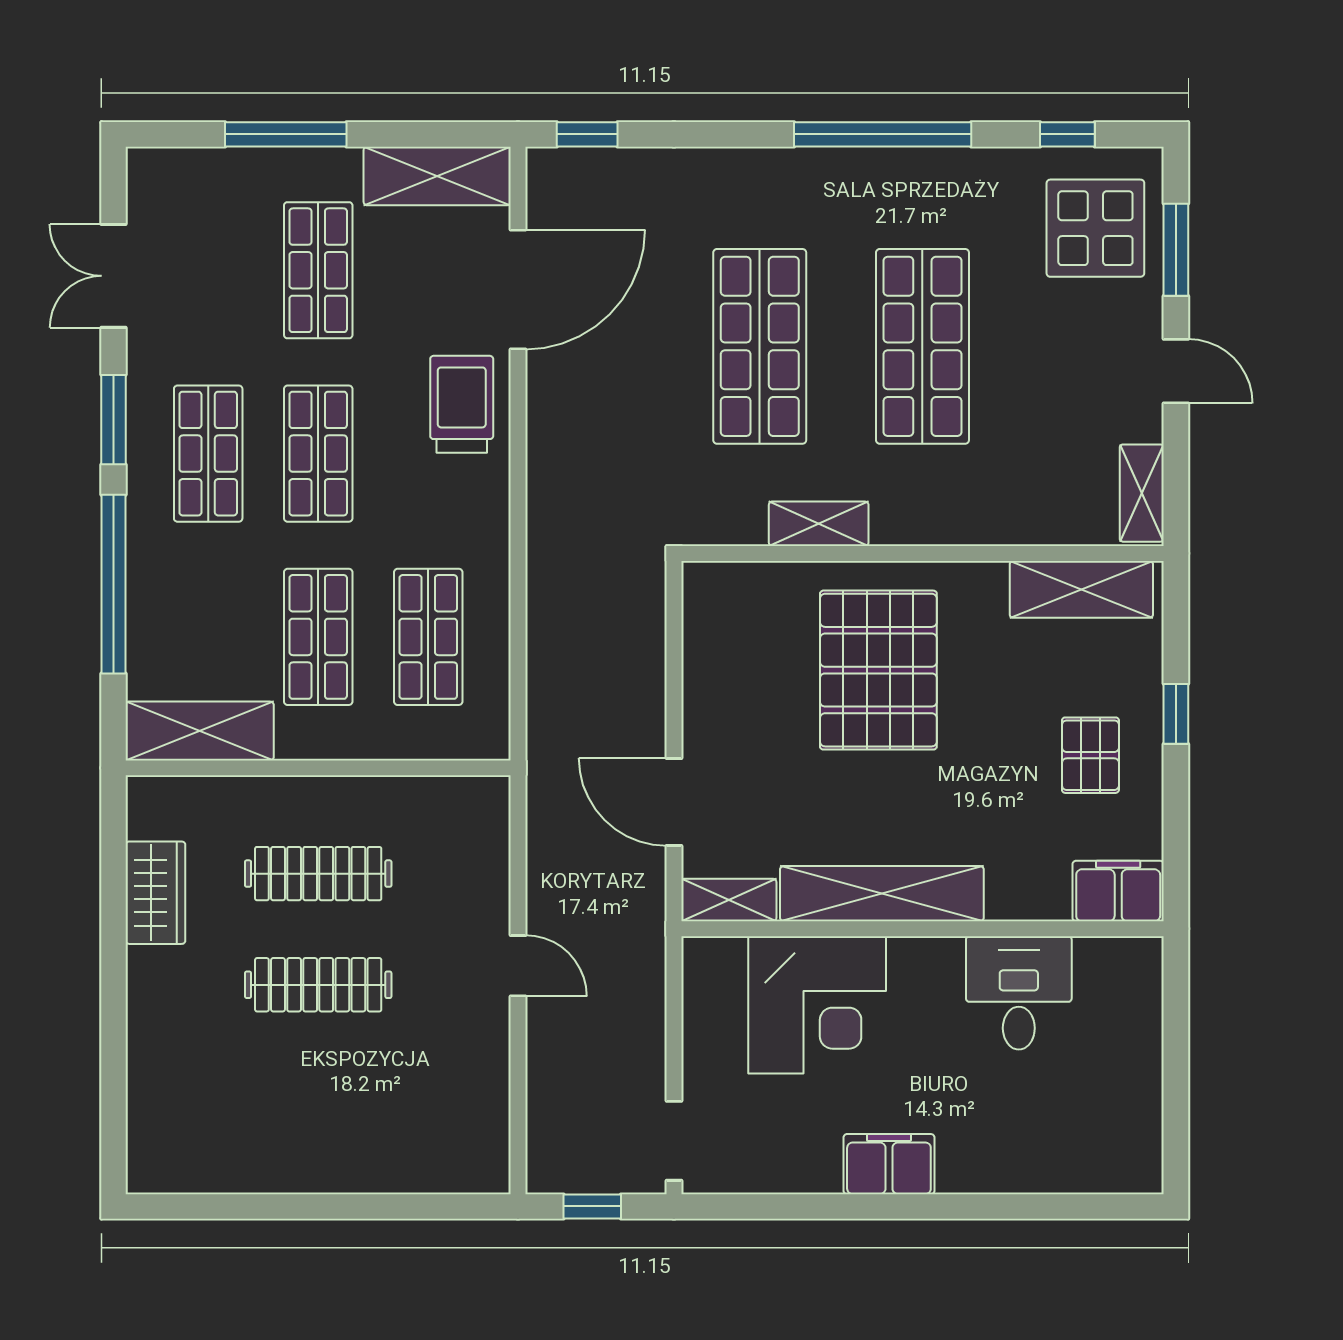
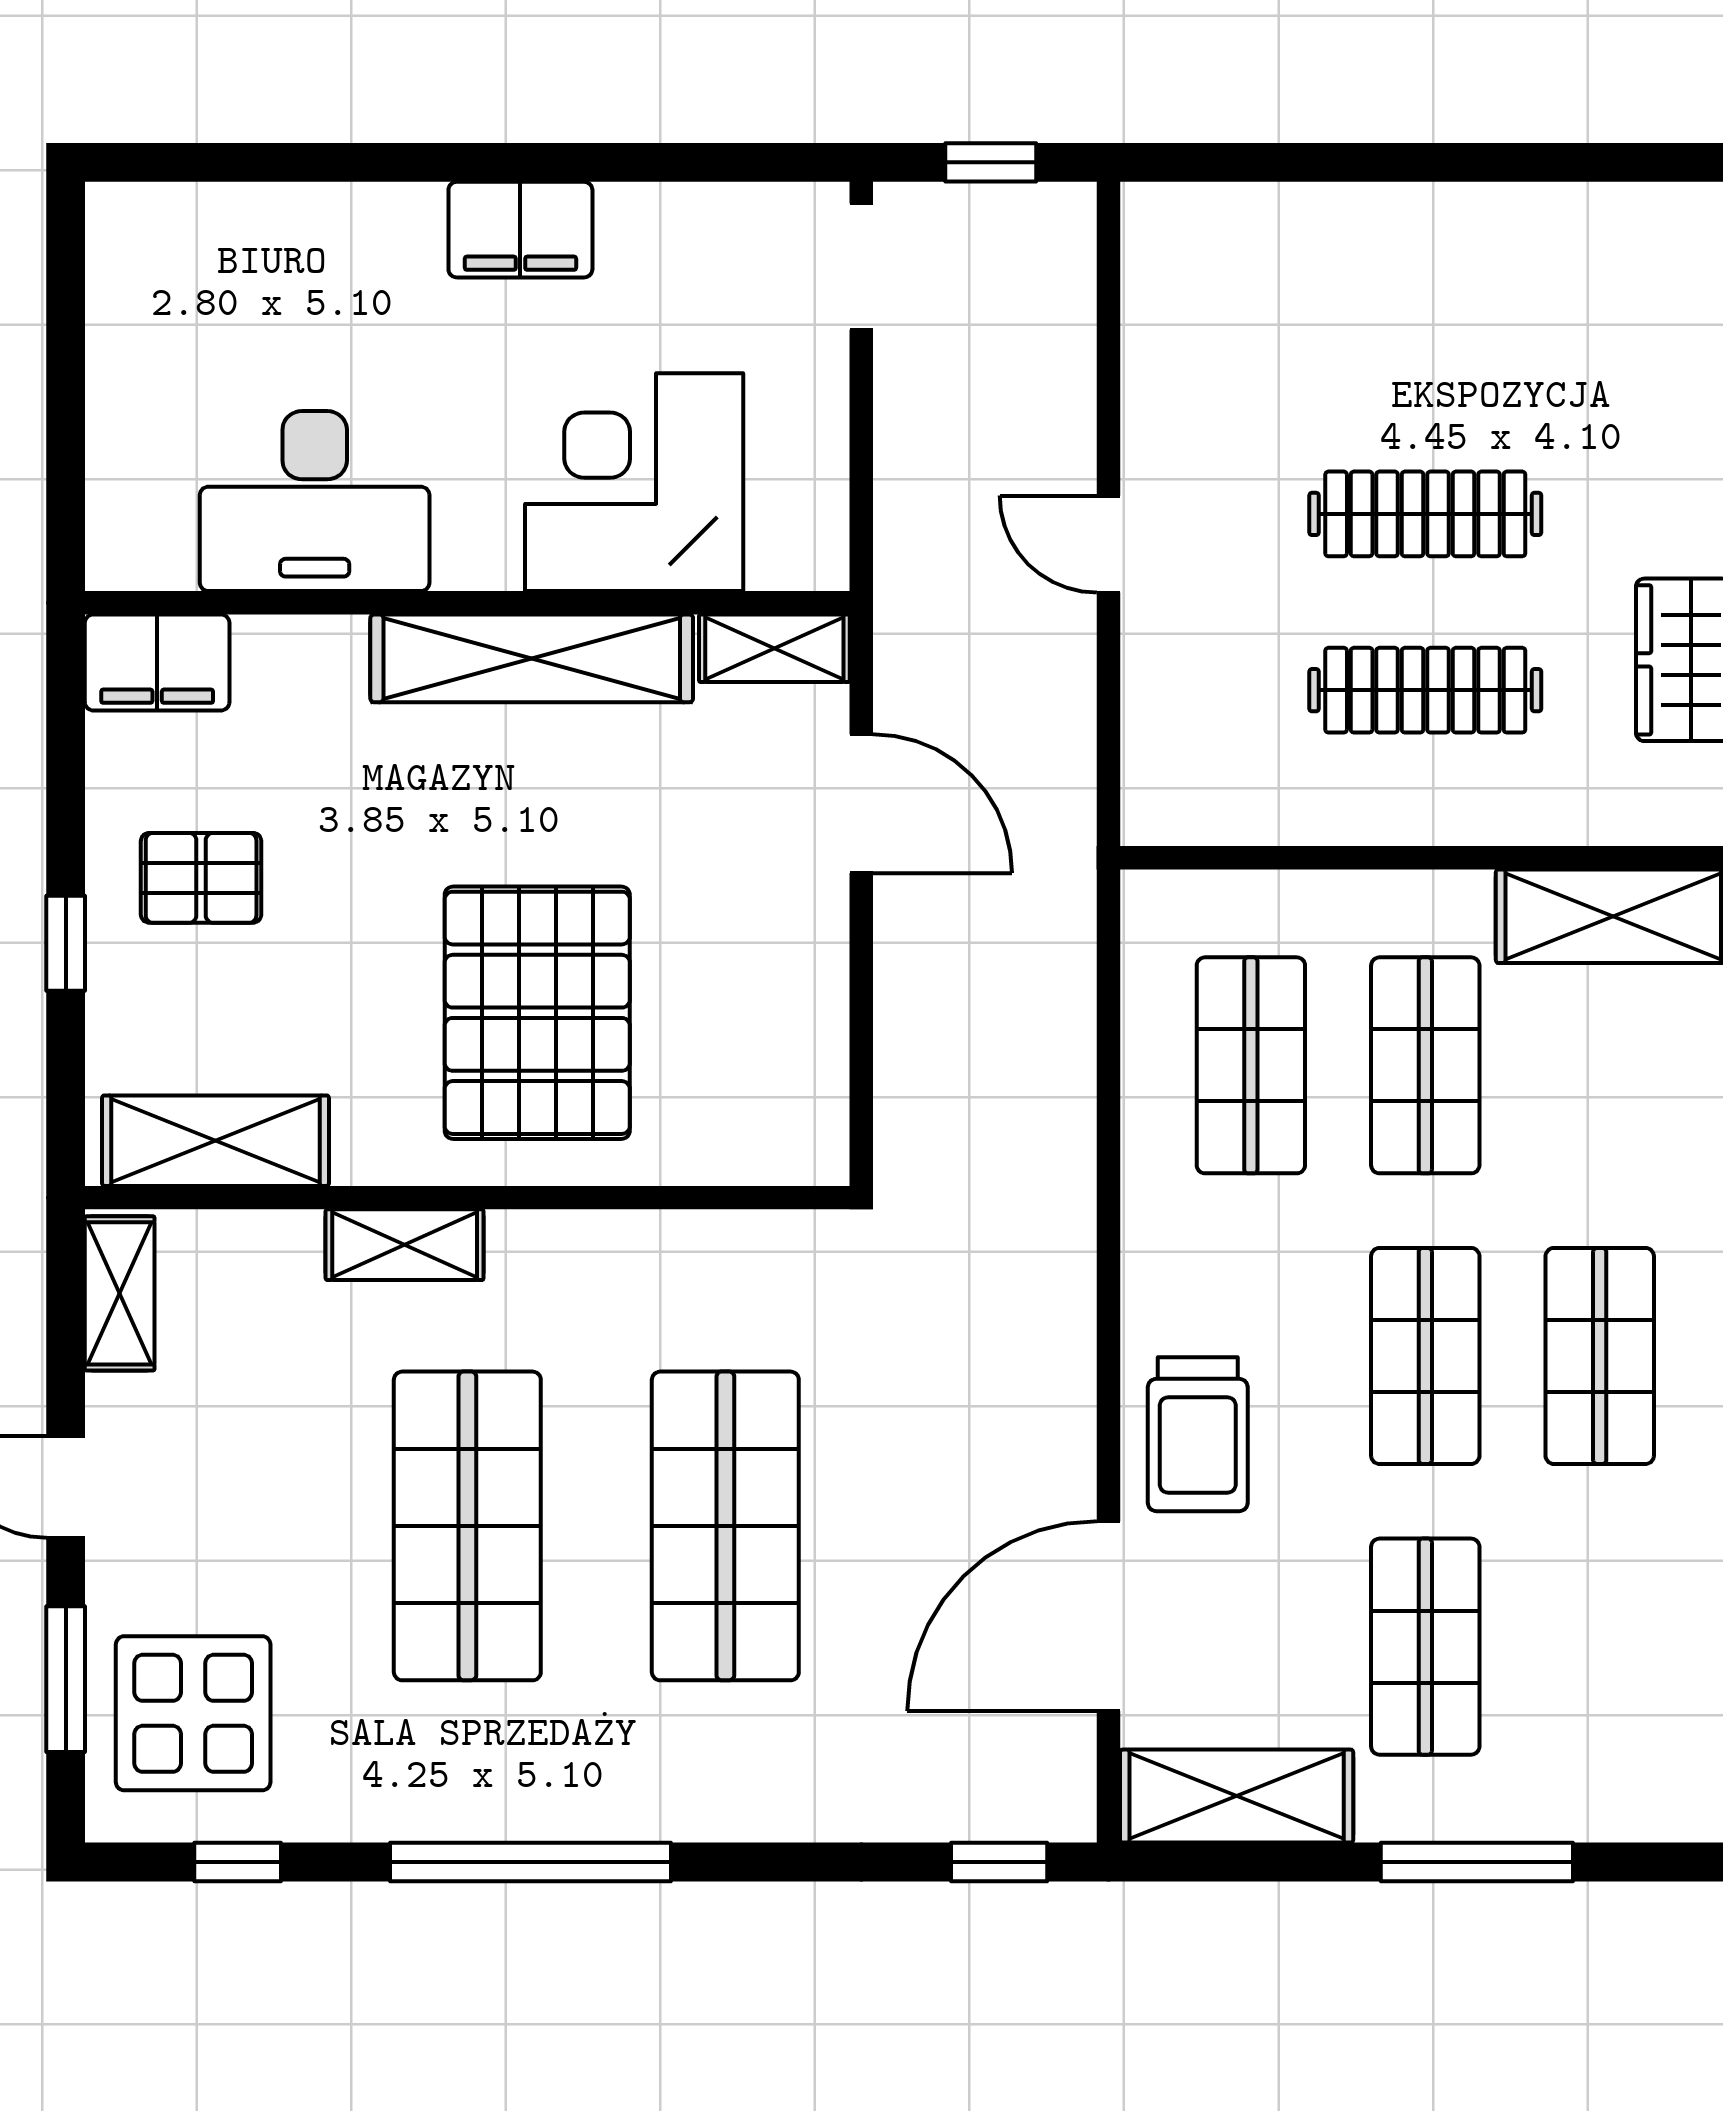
shelving: (819, 524) -> (405, 1245), moved
pallet: (1090, 755) -> (201, 878), turned 90
desk: (1019, 993) -> (315, 501), width x1.37

